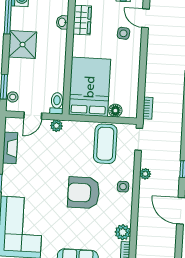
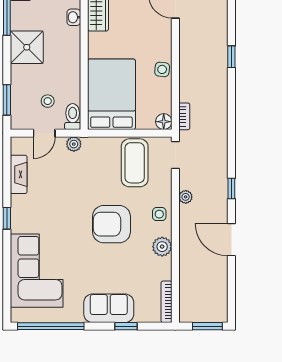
side table: (123, 33) -> (162, 69), moved
stool: (13, 97) -> (48, 101), moved
floor lamp: (115, 111) -> (164, 122), moved
plant: (123, 232) -> (162, 247), moved

